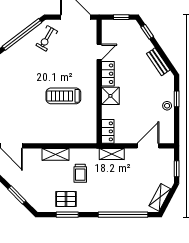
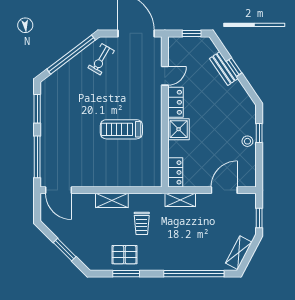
window: (147, 32) -> (234, 67), moved
bench: (158, 62) -> (224, 69), moved

